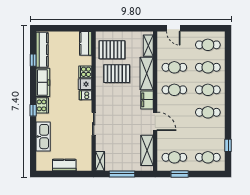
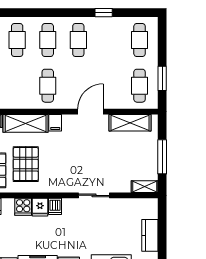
cafe table: (174, 67) -> (17, 86), removed
filing cabinet: (147, 100) -> (55, 123), width x0.50
window: (228, 145) -> (104, 13), moved

